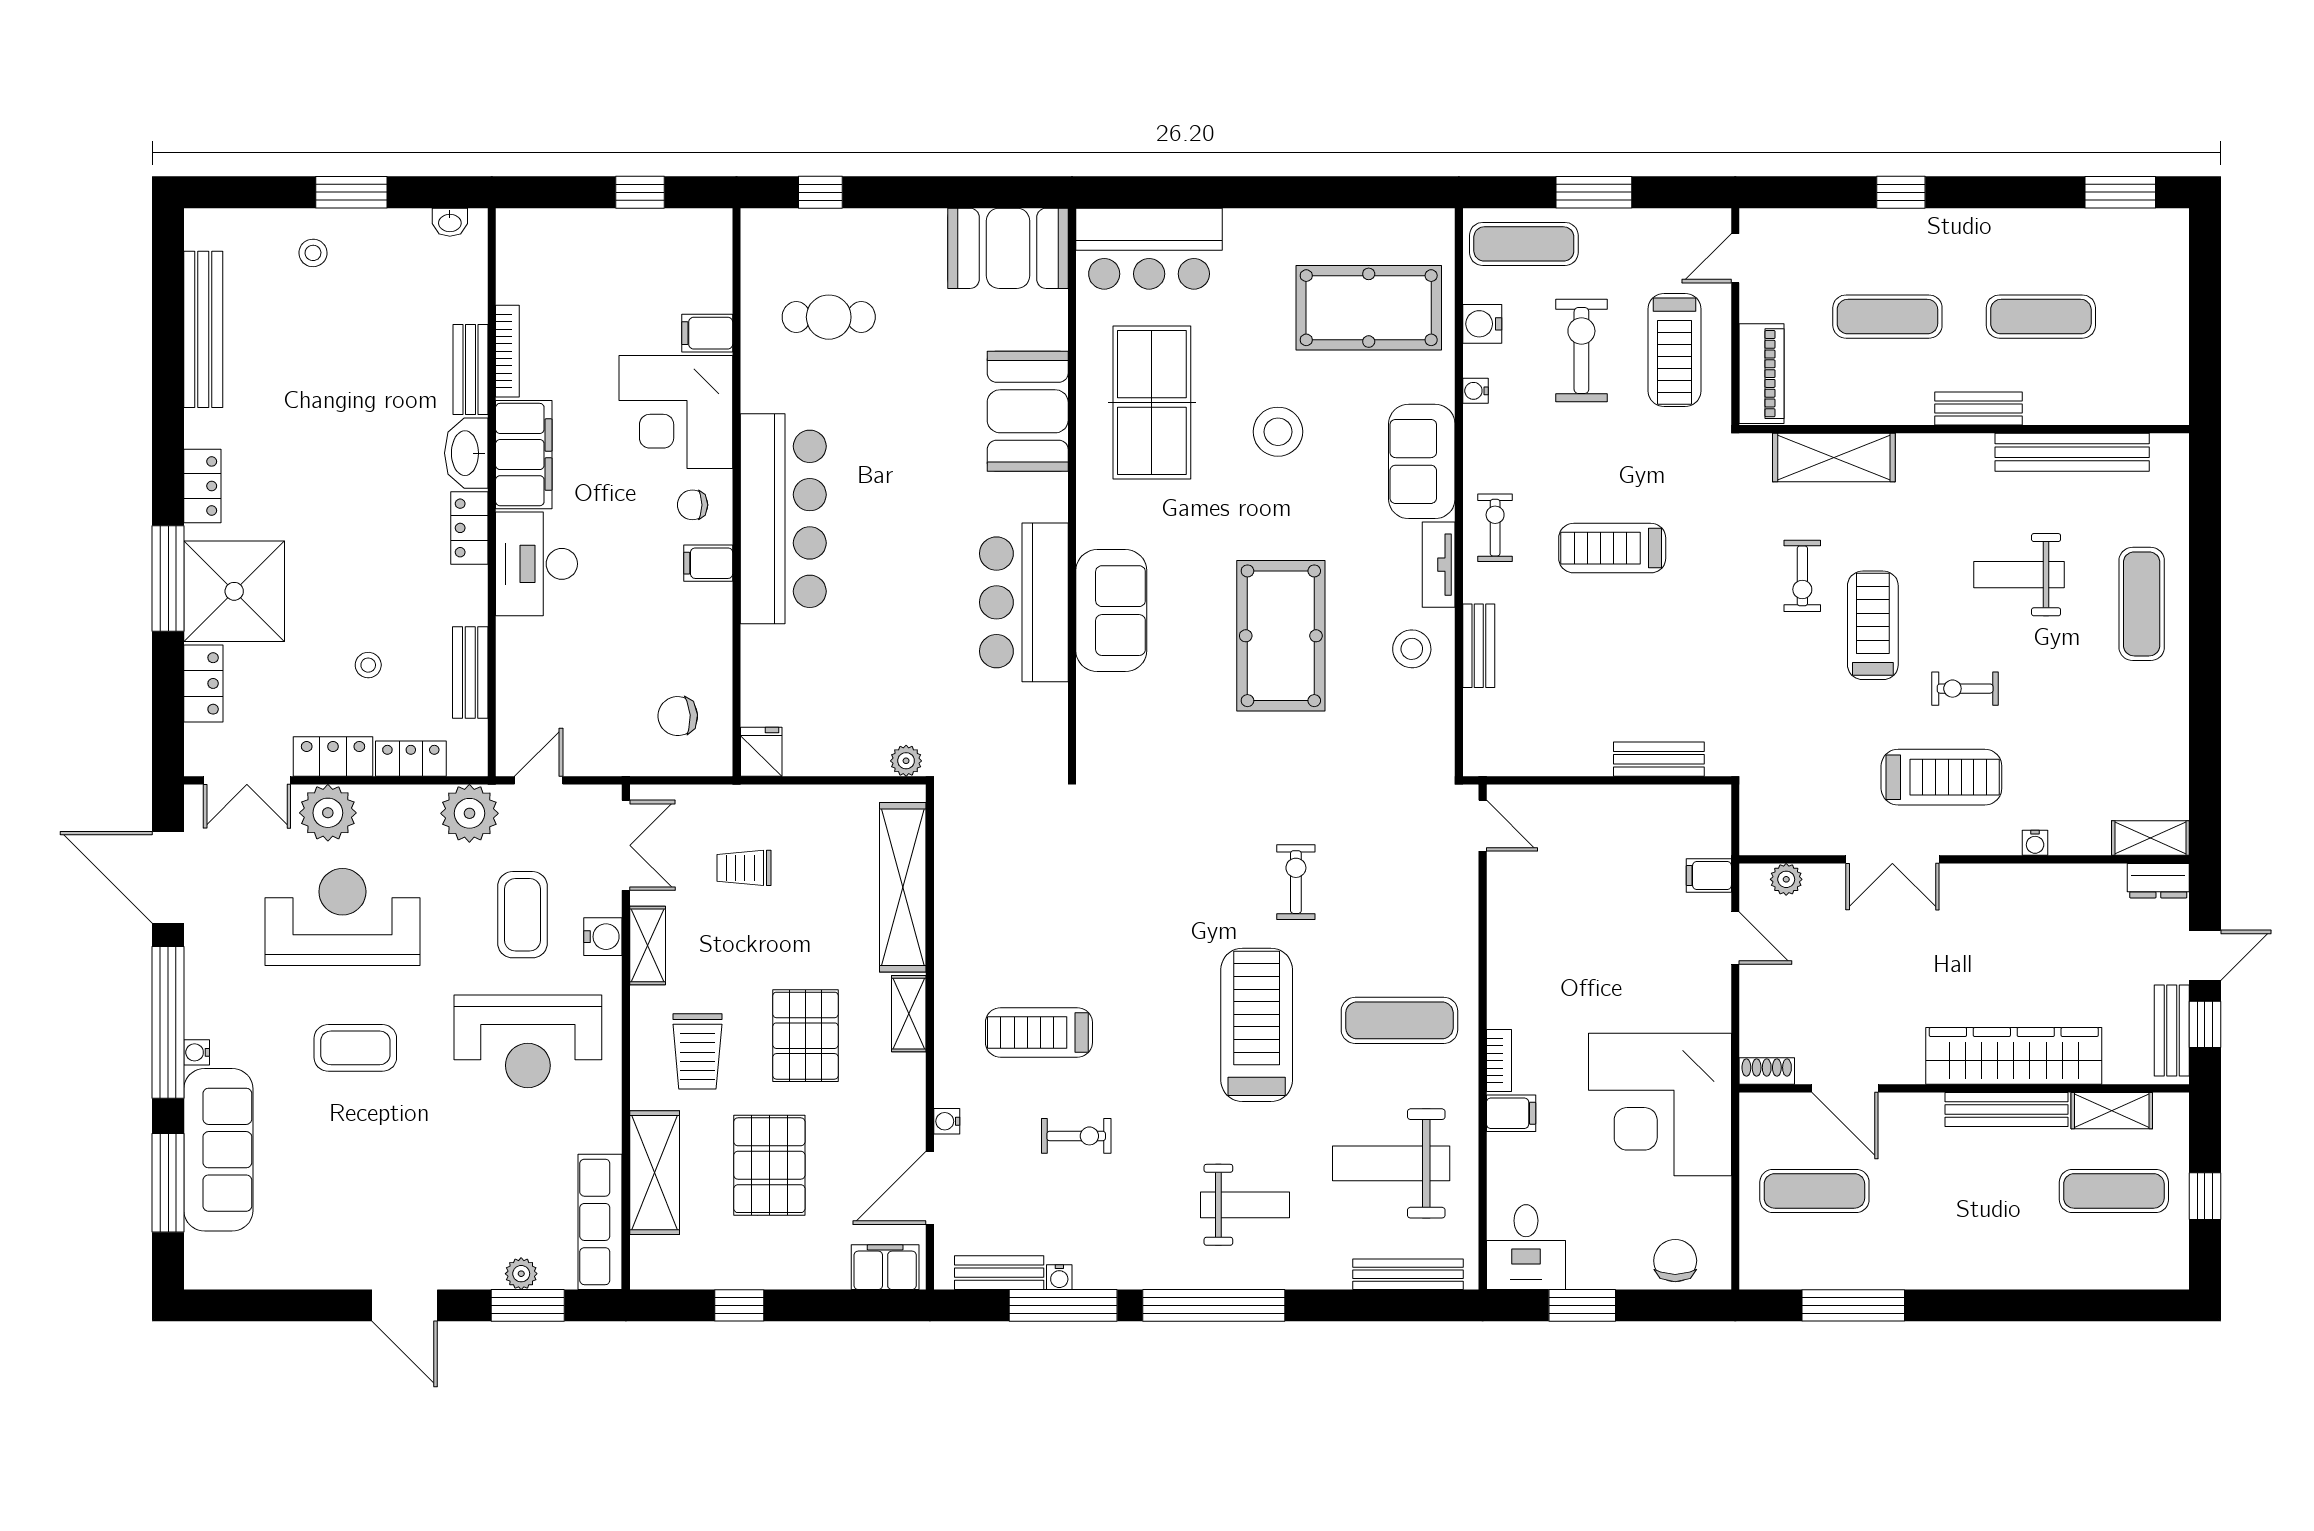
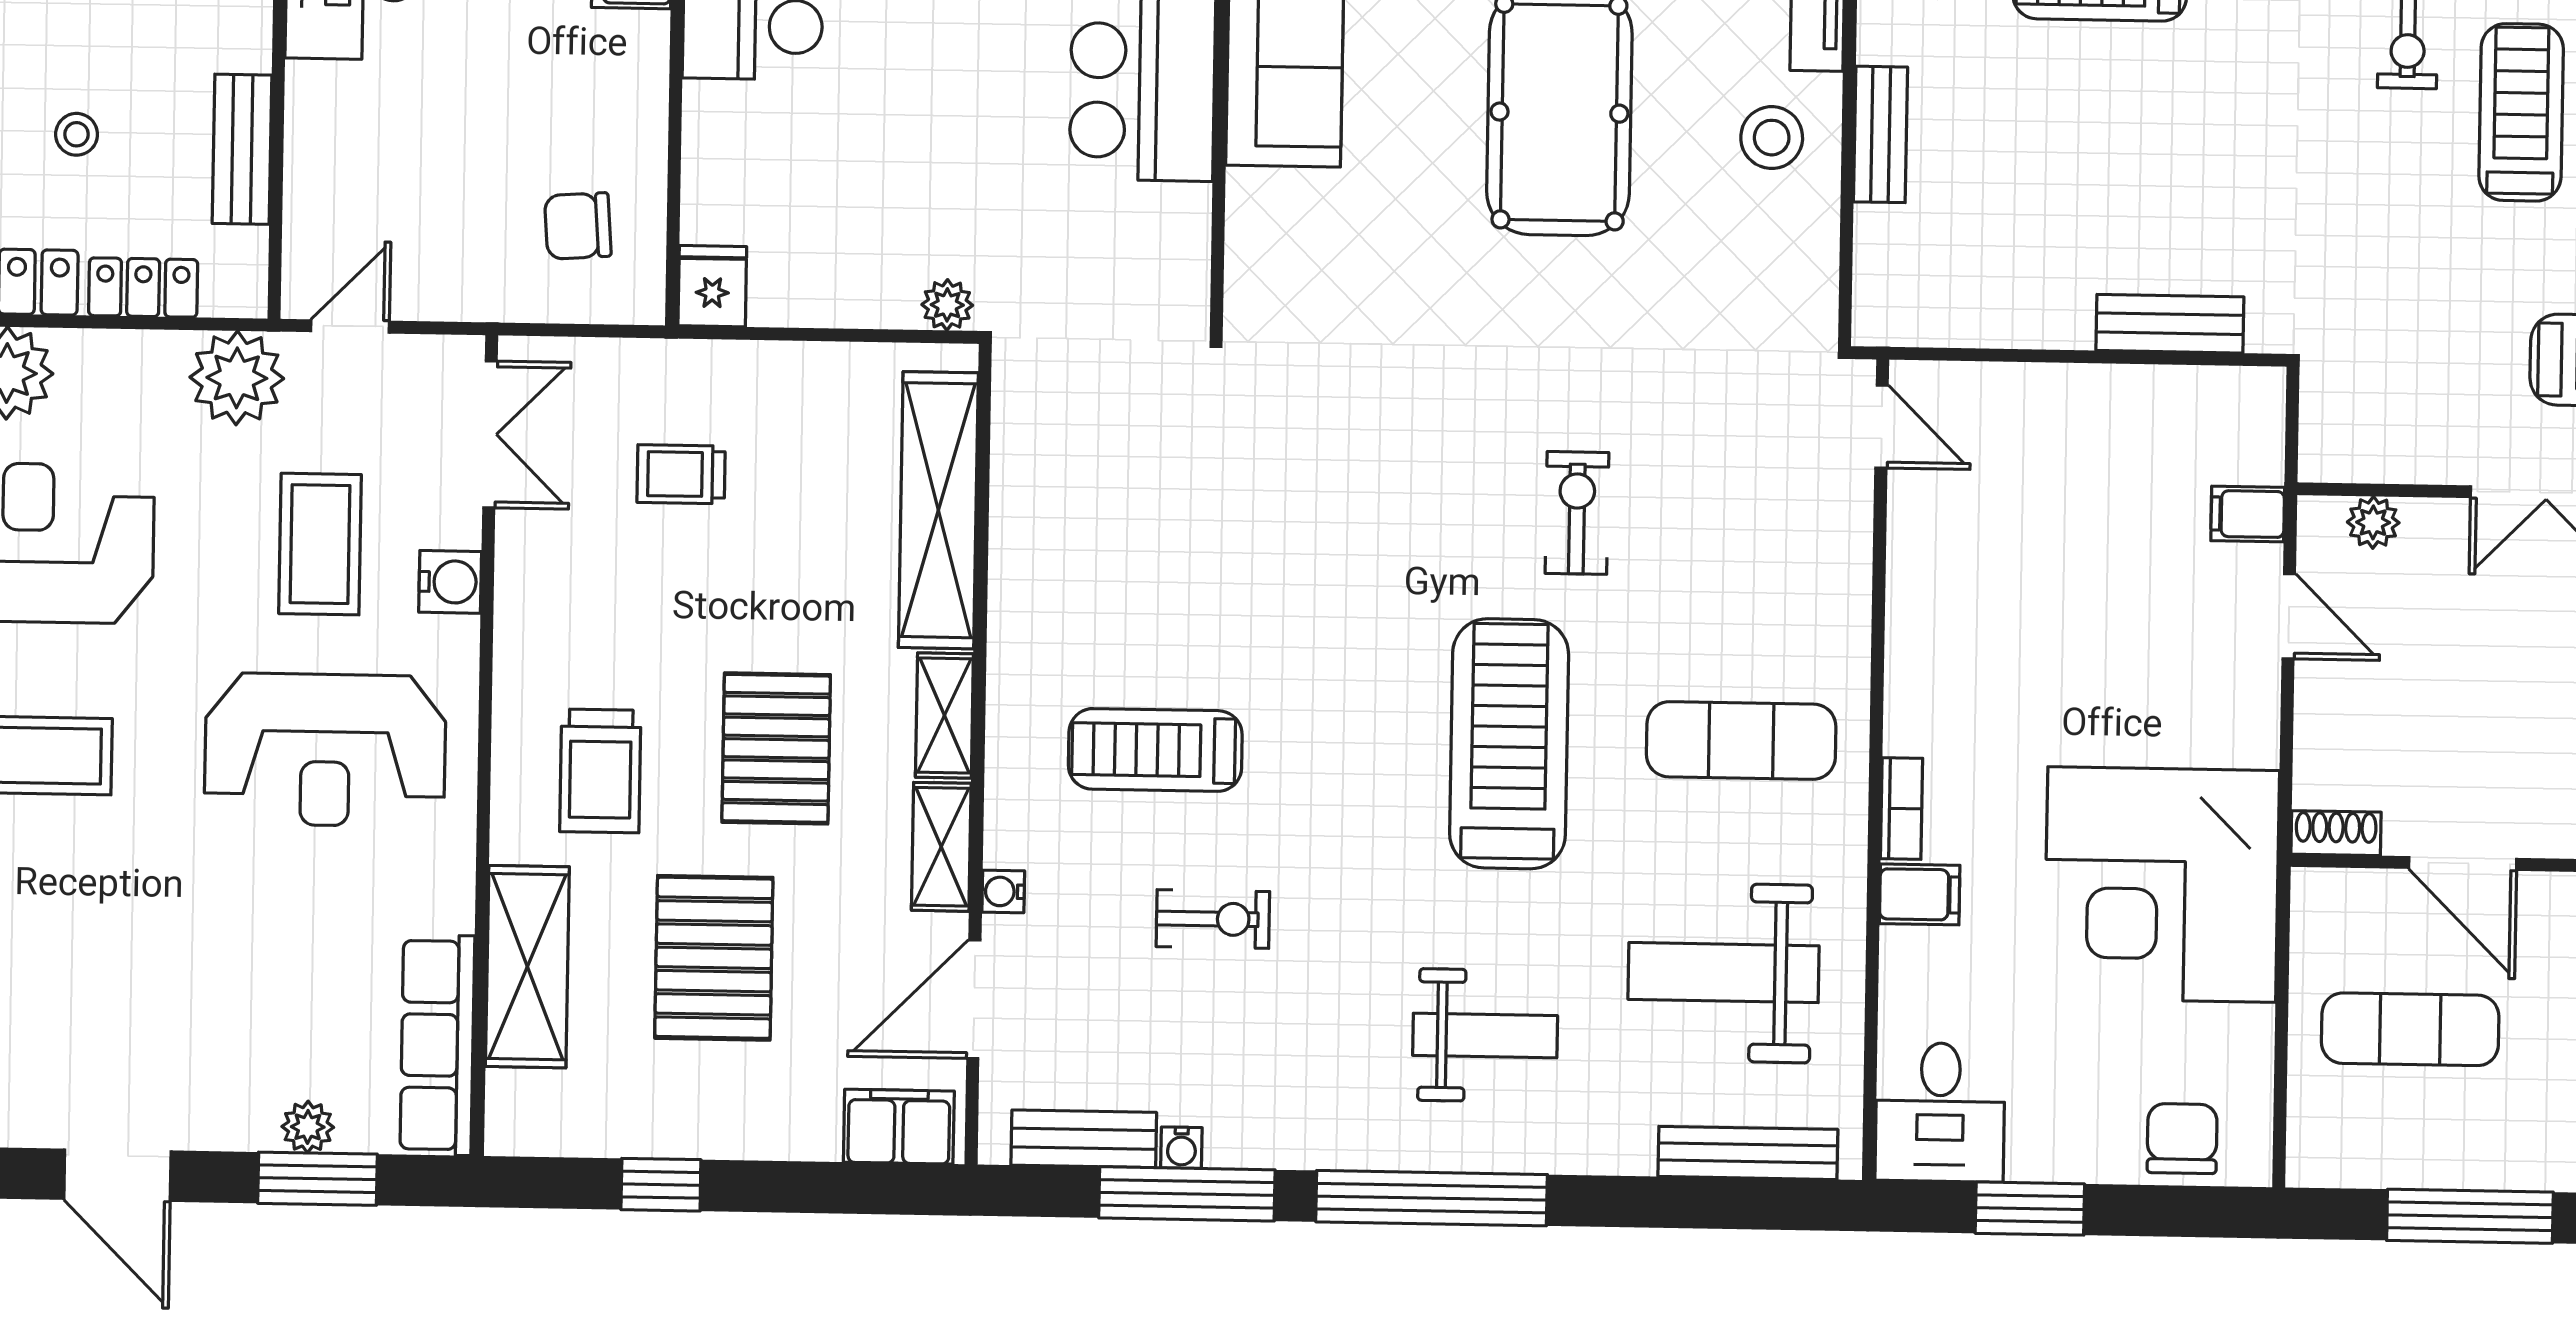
shelving: (648, 945) -> (941, 847), moved

